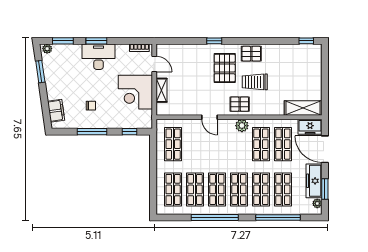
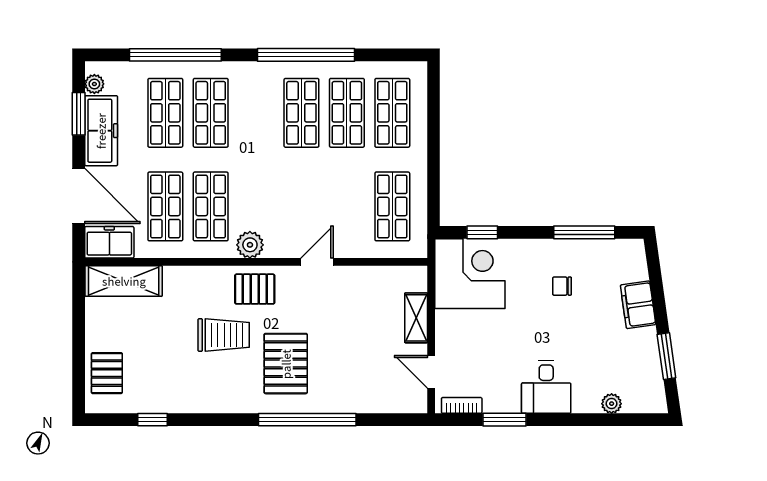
window: (63, 41) -> (620, 420), removed
window: (96, 41) -> (505, 420), moved
window: (214, 41) -> (307, 420), width x3.17
window: (306, 41) -> (153, 420), moved
plant: (47, 49) -> (612, 404), moved
pallet: (251, 54) -> (107, 373), moved, turned 90
desk: (99, 57) -> (546, 387), width x0.73
corner desk: (135, 92) -> (470, 274), moved
filing cabinet: (56, 111) -> (638, 305), moved
door: (209, 117) -> (317, 262), hinge flipped
window: (92, 132) -> (584, 232), moved
shop shelf: (239, 189) -> (256, 113), removed

